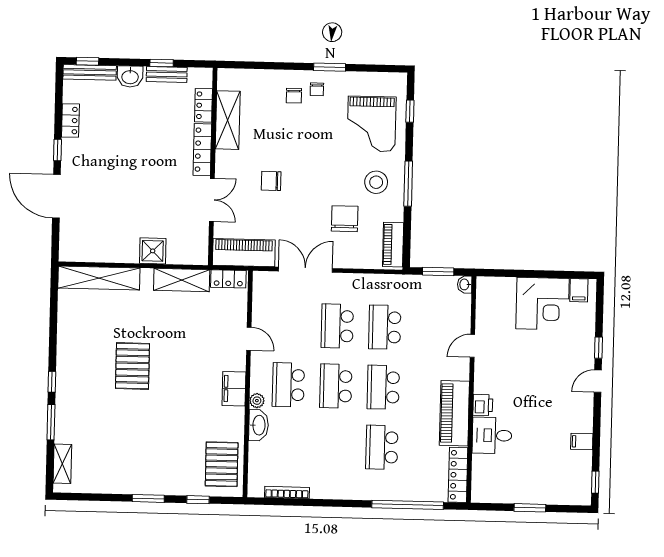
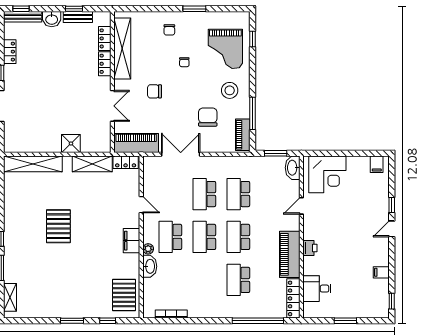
chair: (317, 89) -> (184, 62), moved
shelving: (228, 120) -> (122, 49), width x1.47
locker: (202, 150) -> (105, 64), width x0.66
window: (408, 184) -> (253, 113), moved
washbasin: (465, 284) -> (293, 168), width x1.91, depth x1.45
corner desk: (542, 304) -> (327, 174), moved
desk: (492, 435) -> (317, 289), moved

